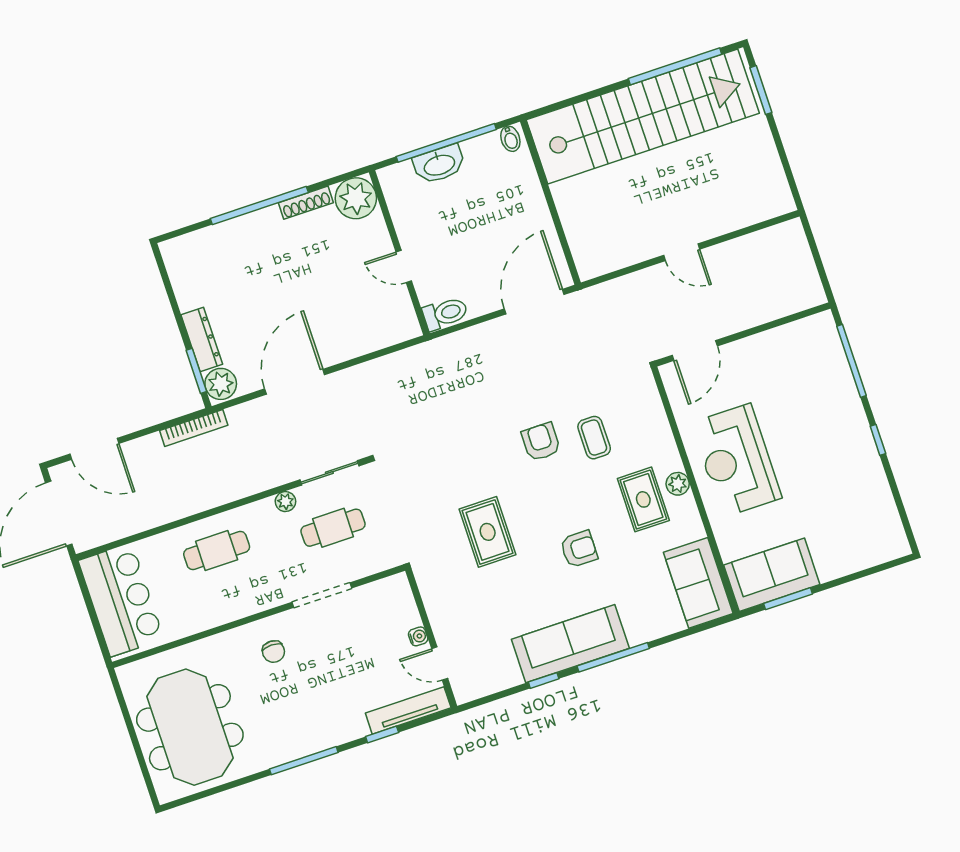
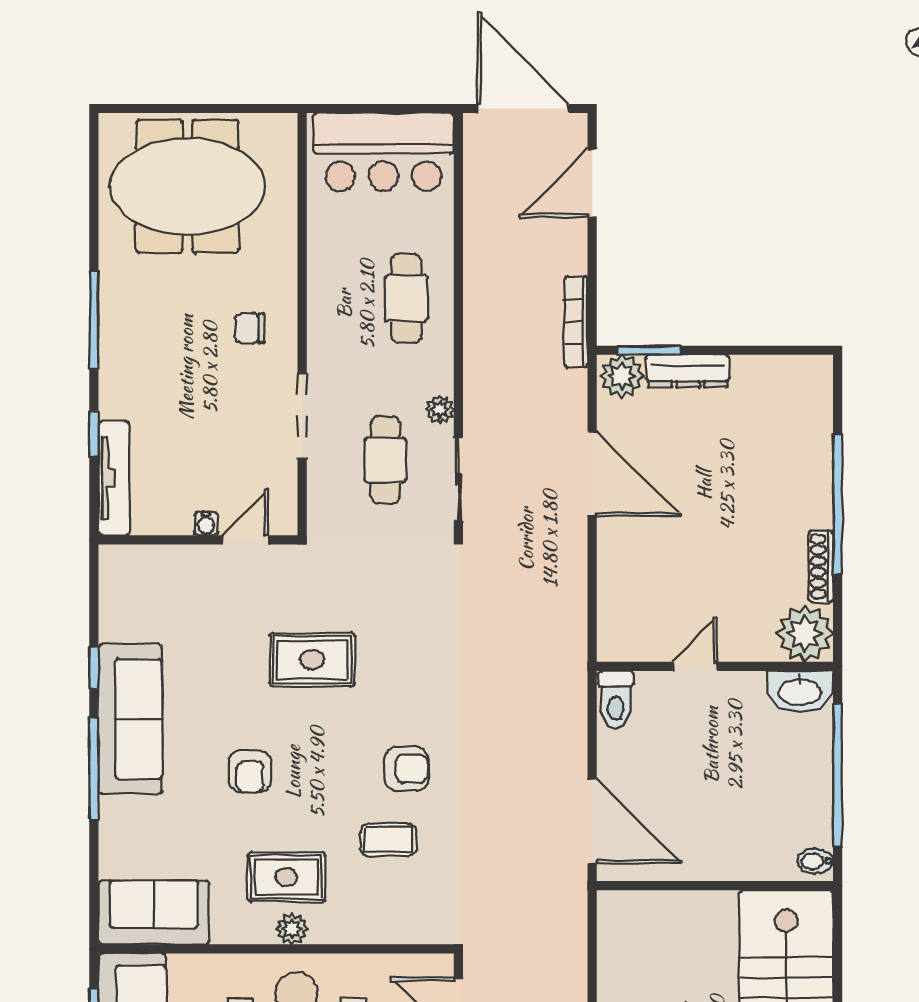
washbasin: (439, 164) -> (800, 691), moved, turned -90
door: (440, 664) -> (245, 540), moved

